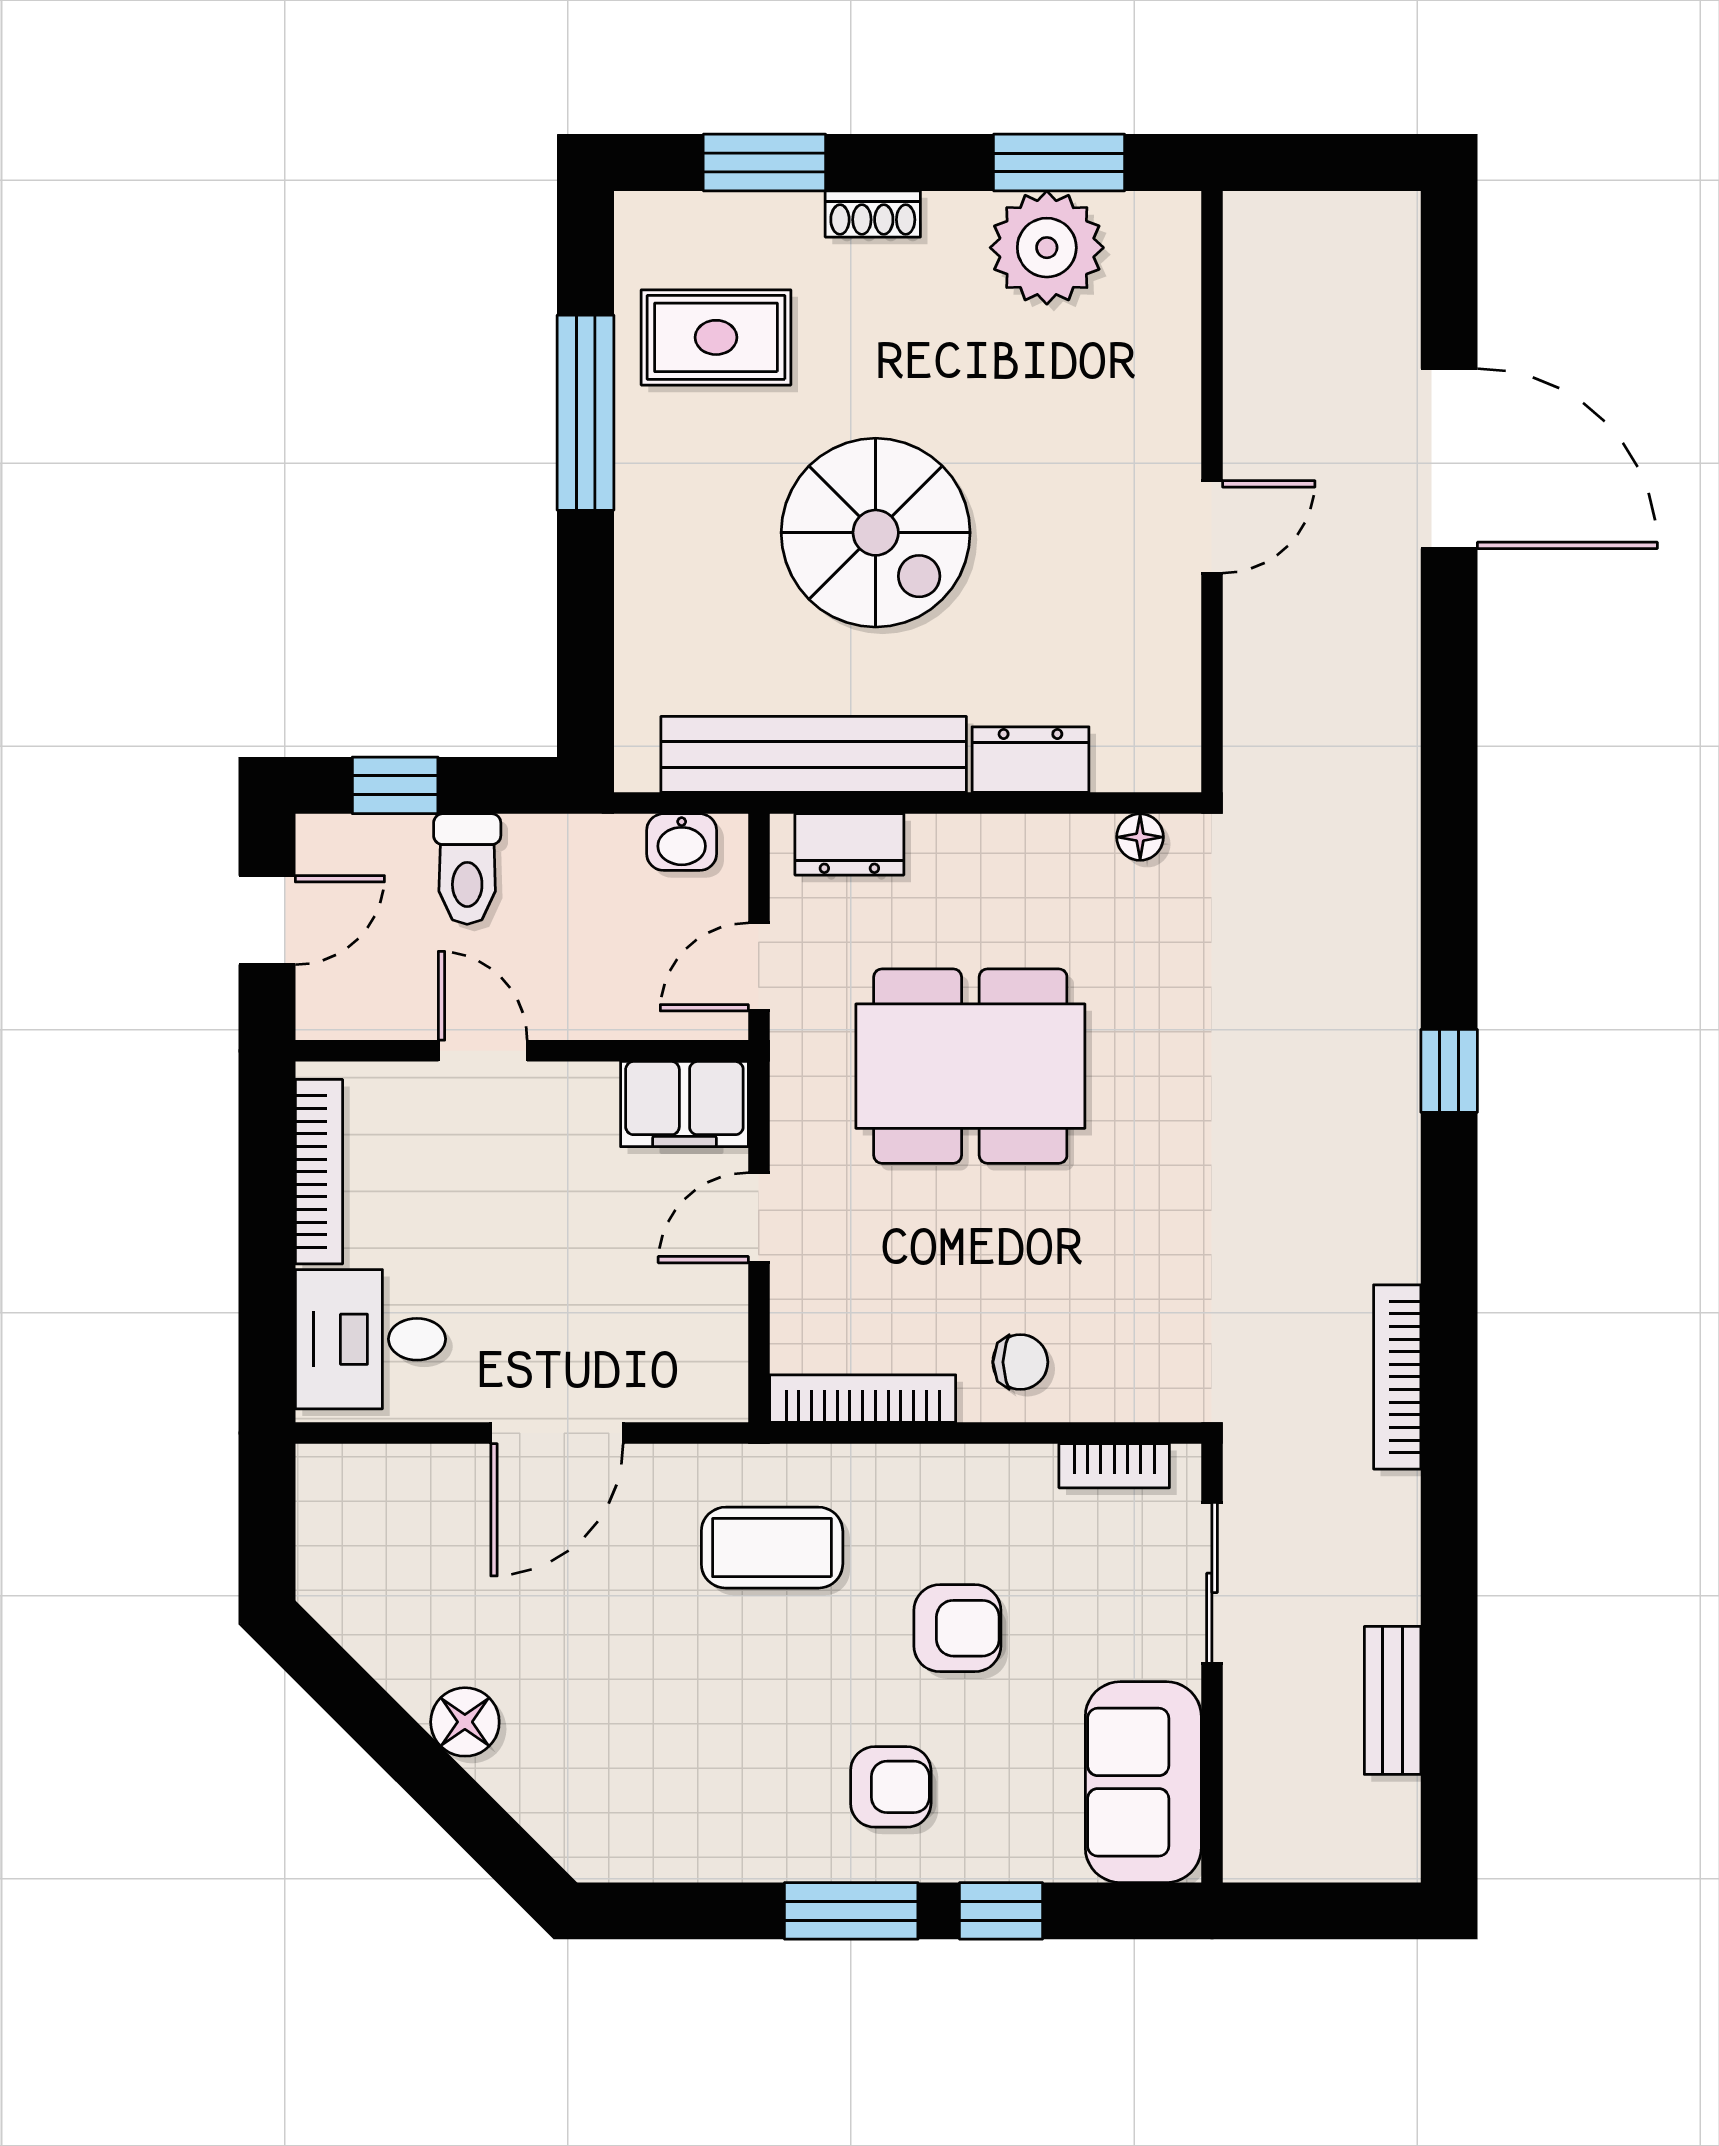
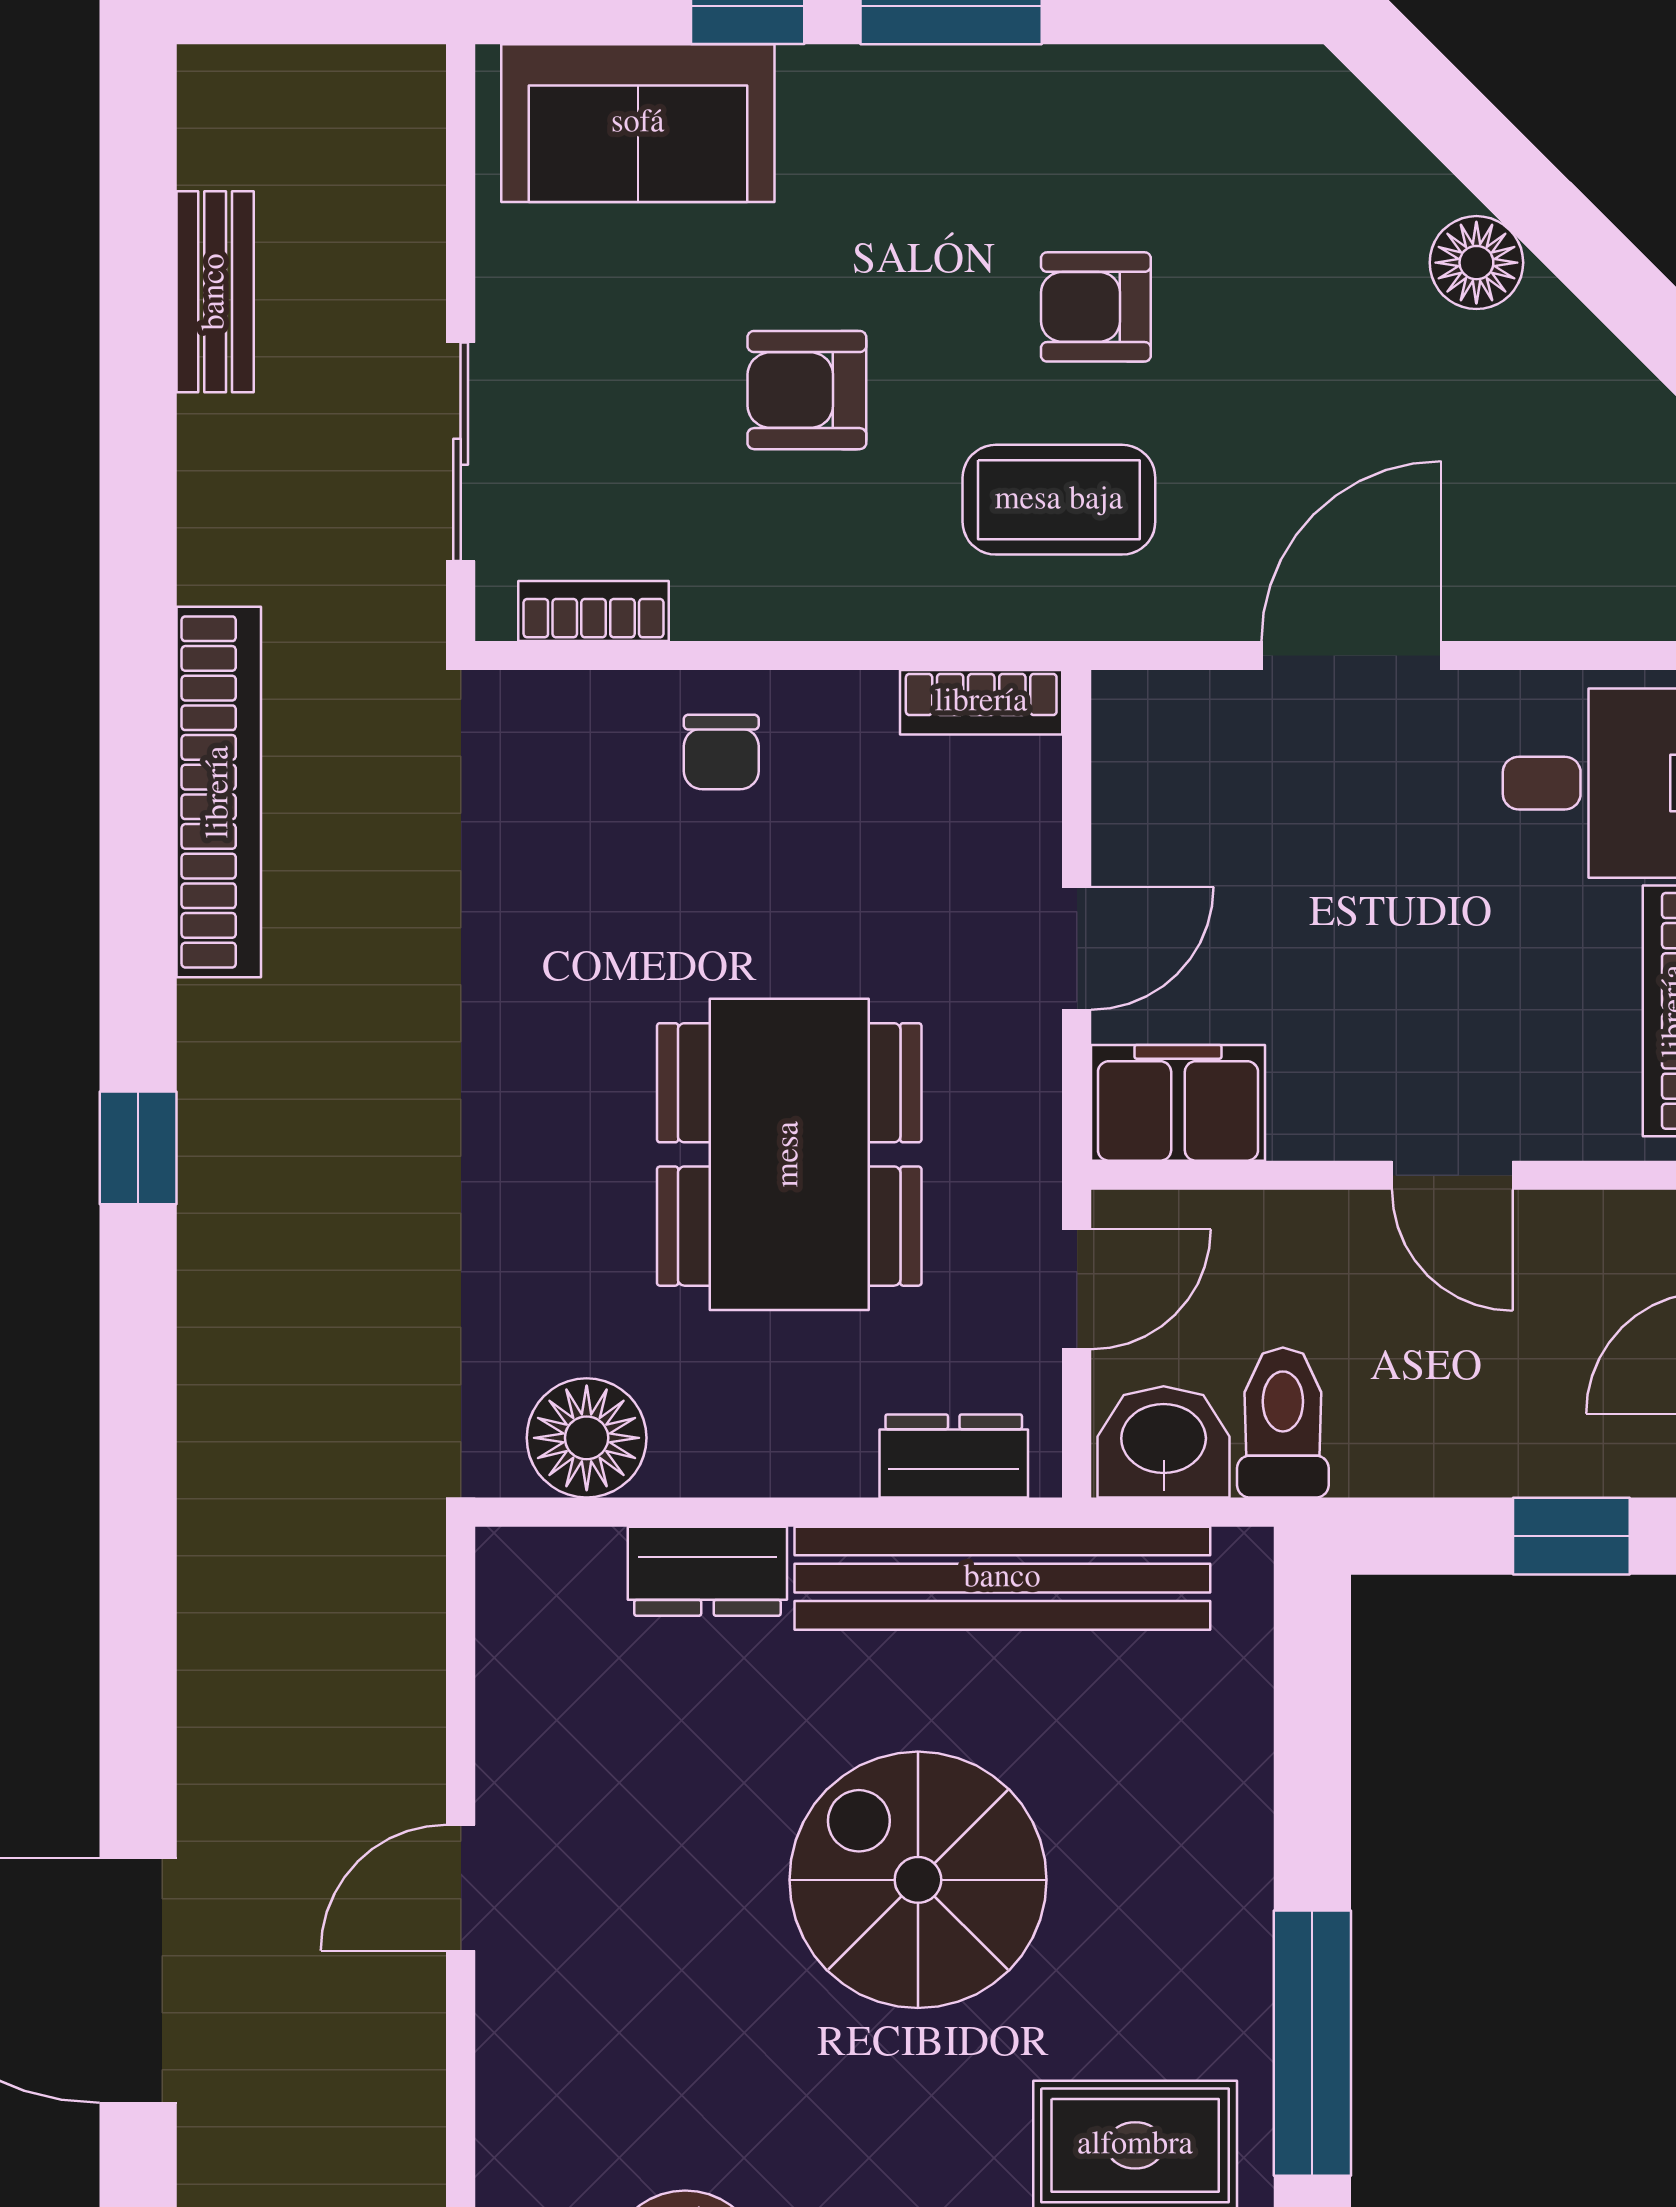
floor lamp: (1140, 837) -> (587, 1438), width x1.89, depth x1.89
washbasin: (682, 842) -> (1164, 1442), width x1.38, depth x1.45
toilet: (467, 869) -> (1283, 1422), moved
dining table: (970, 1066) -> (789, 1154), turned 90
chair: (1020, 1362) -> (721, 752), turned -90
bookcase: (1397, 1377) -> (219, 792), width x1.48, depth x1.31
bookcase: (863, 1399) -> (981, 702), width x0.64
sofa: (1143, 1782) -> (638, 123), moved, turned 90
armchair: (891, 1787) -> (1096, 307), moved

